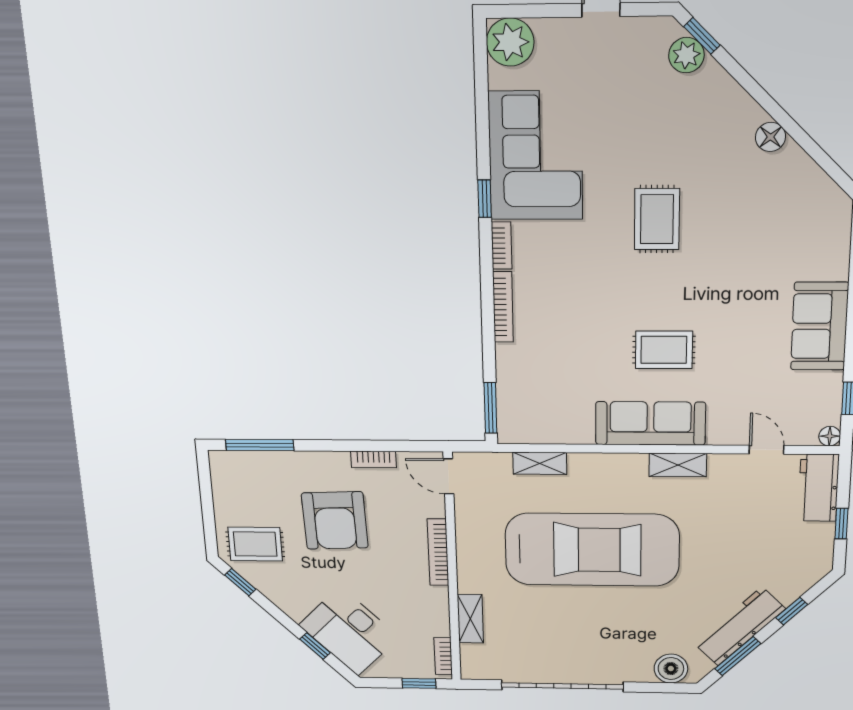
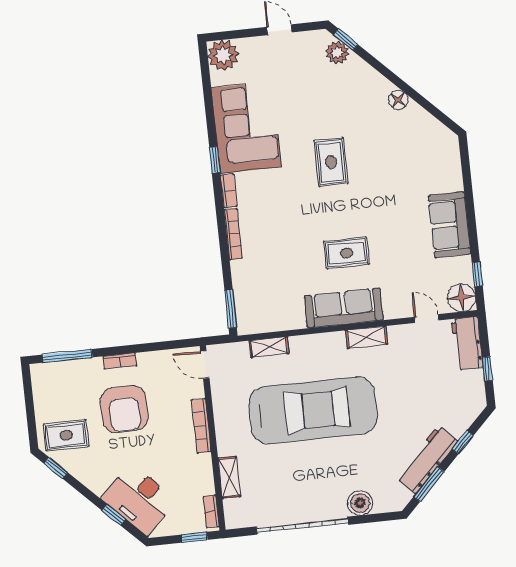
floor lamp: (830, 436) -> (461, 298), width x1.89, depth x1.89
bookcase: (373, 459) -> (120, 361), moved
boiler: (671, 669) -> (360, 503), moved

